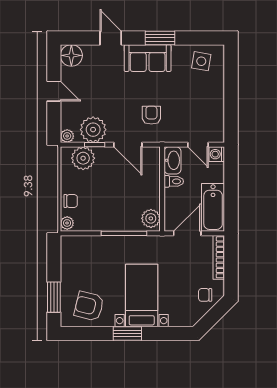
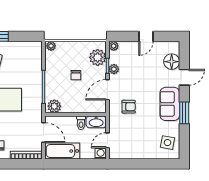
floor lamp: (71, 55) -> (172, 62), moved
plant: (93, 130) -> (114, 69), width x0.53, depth x0.53
chair: (71, 201) -> (76, 75), moved

